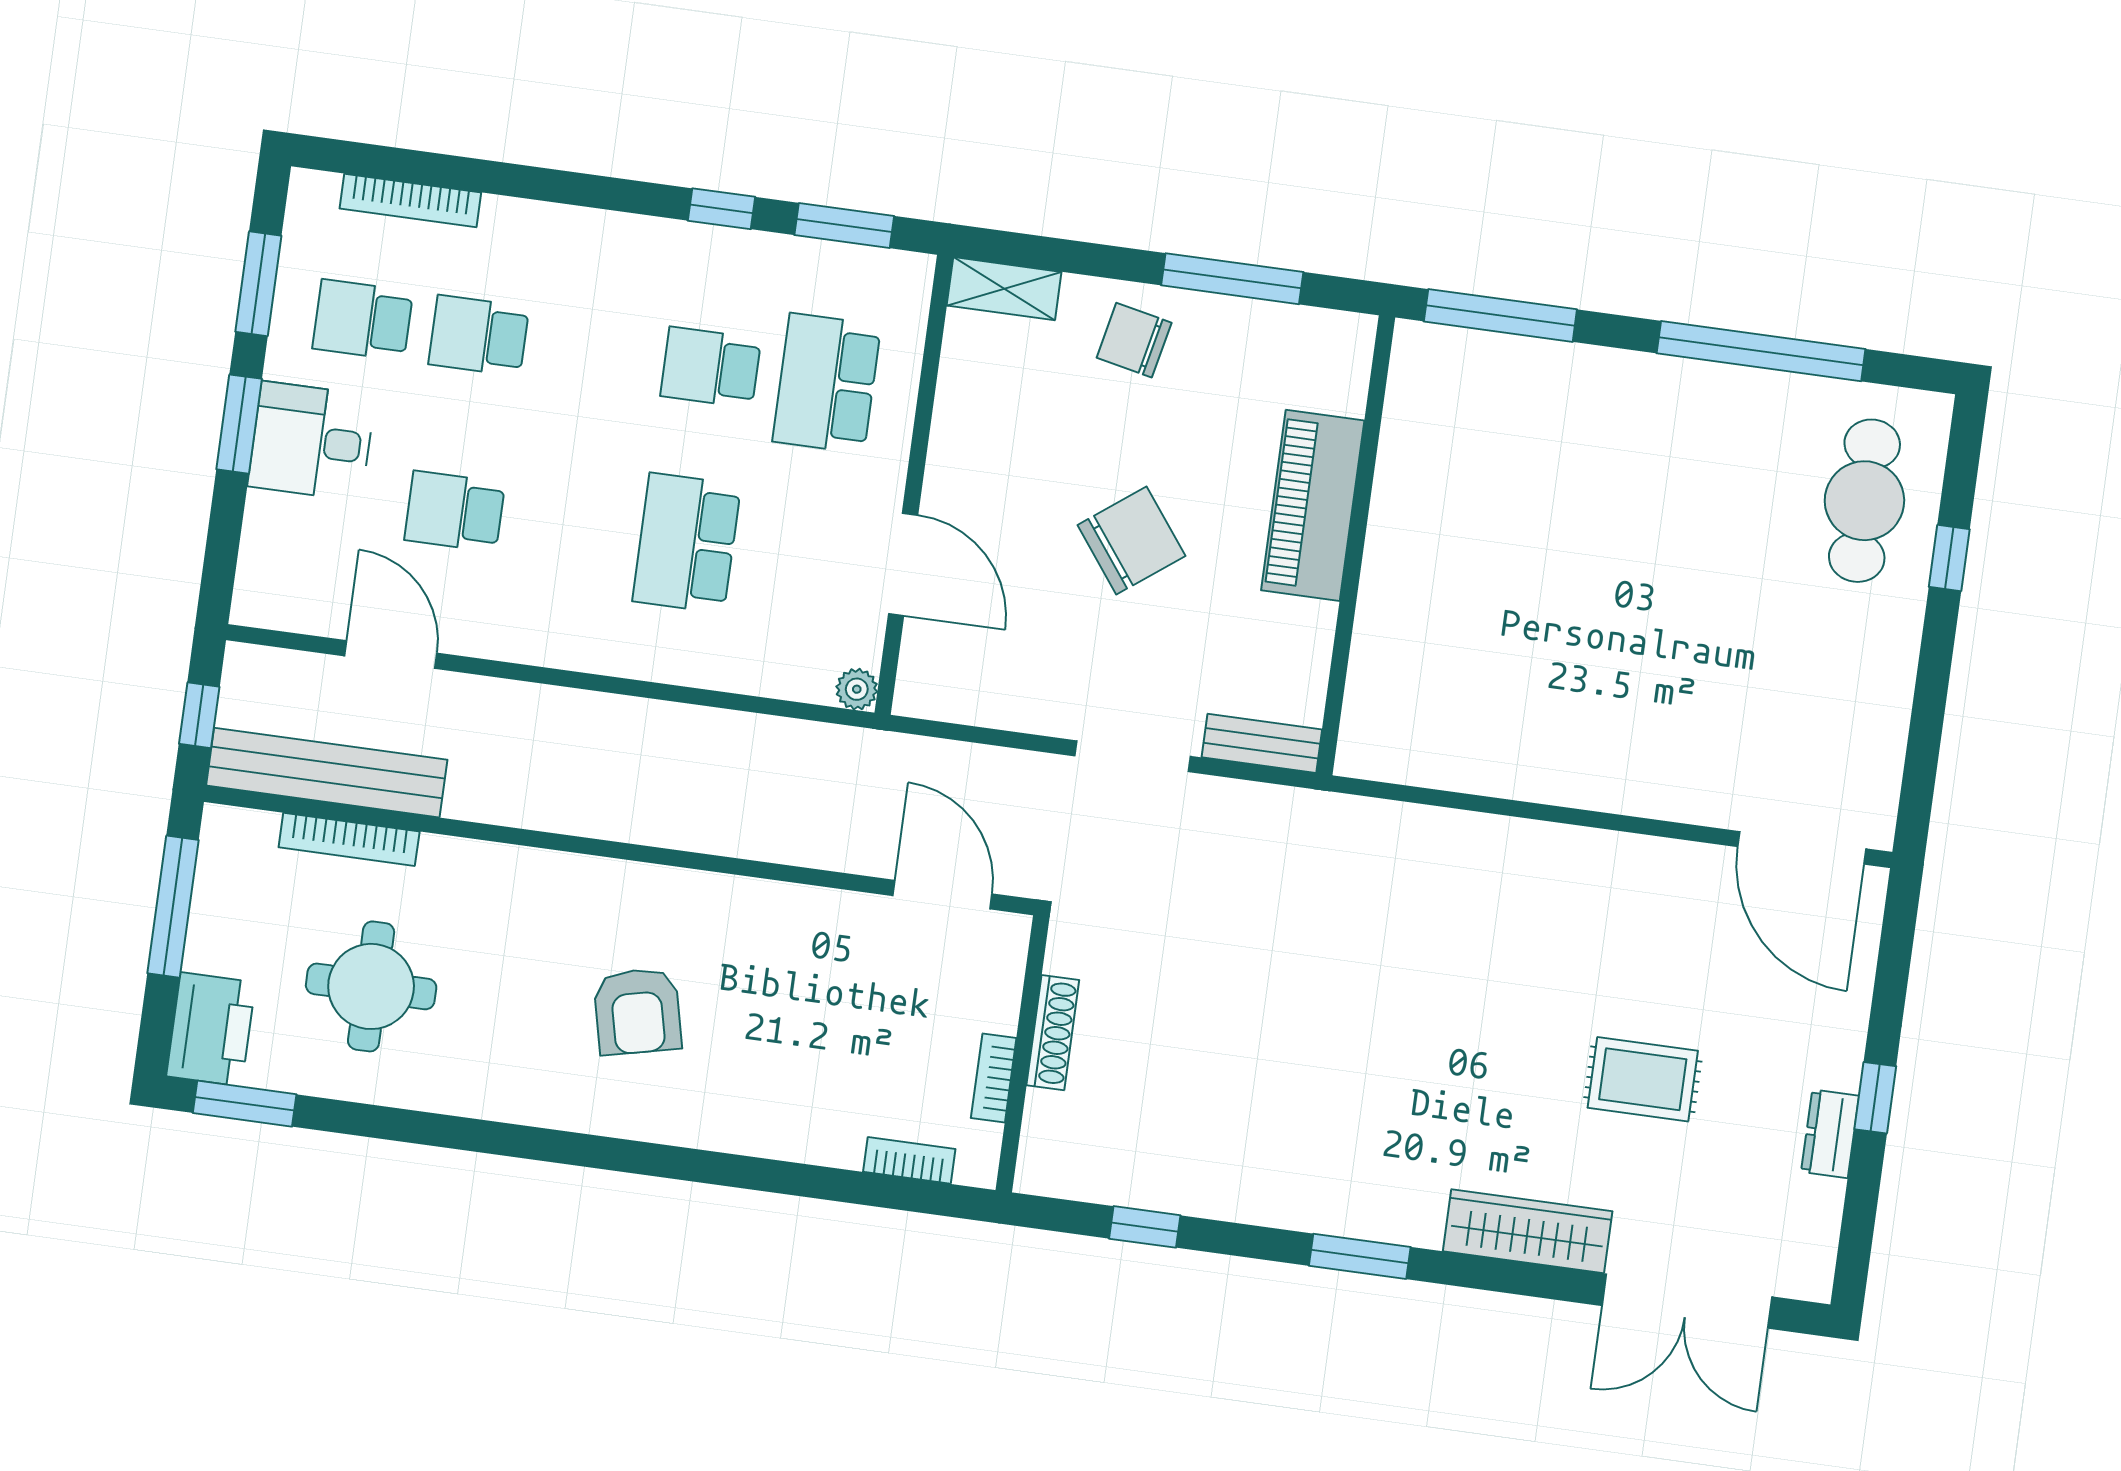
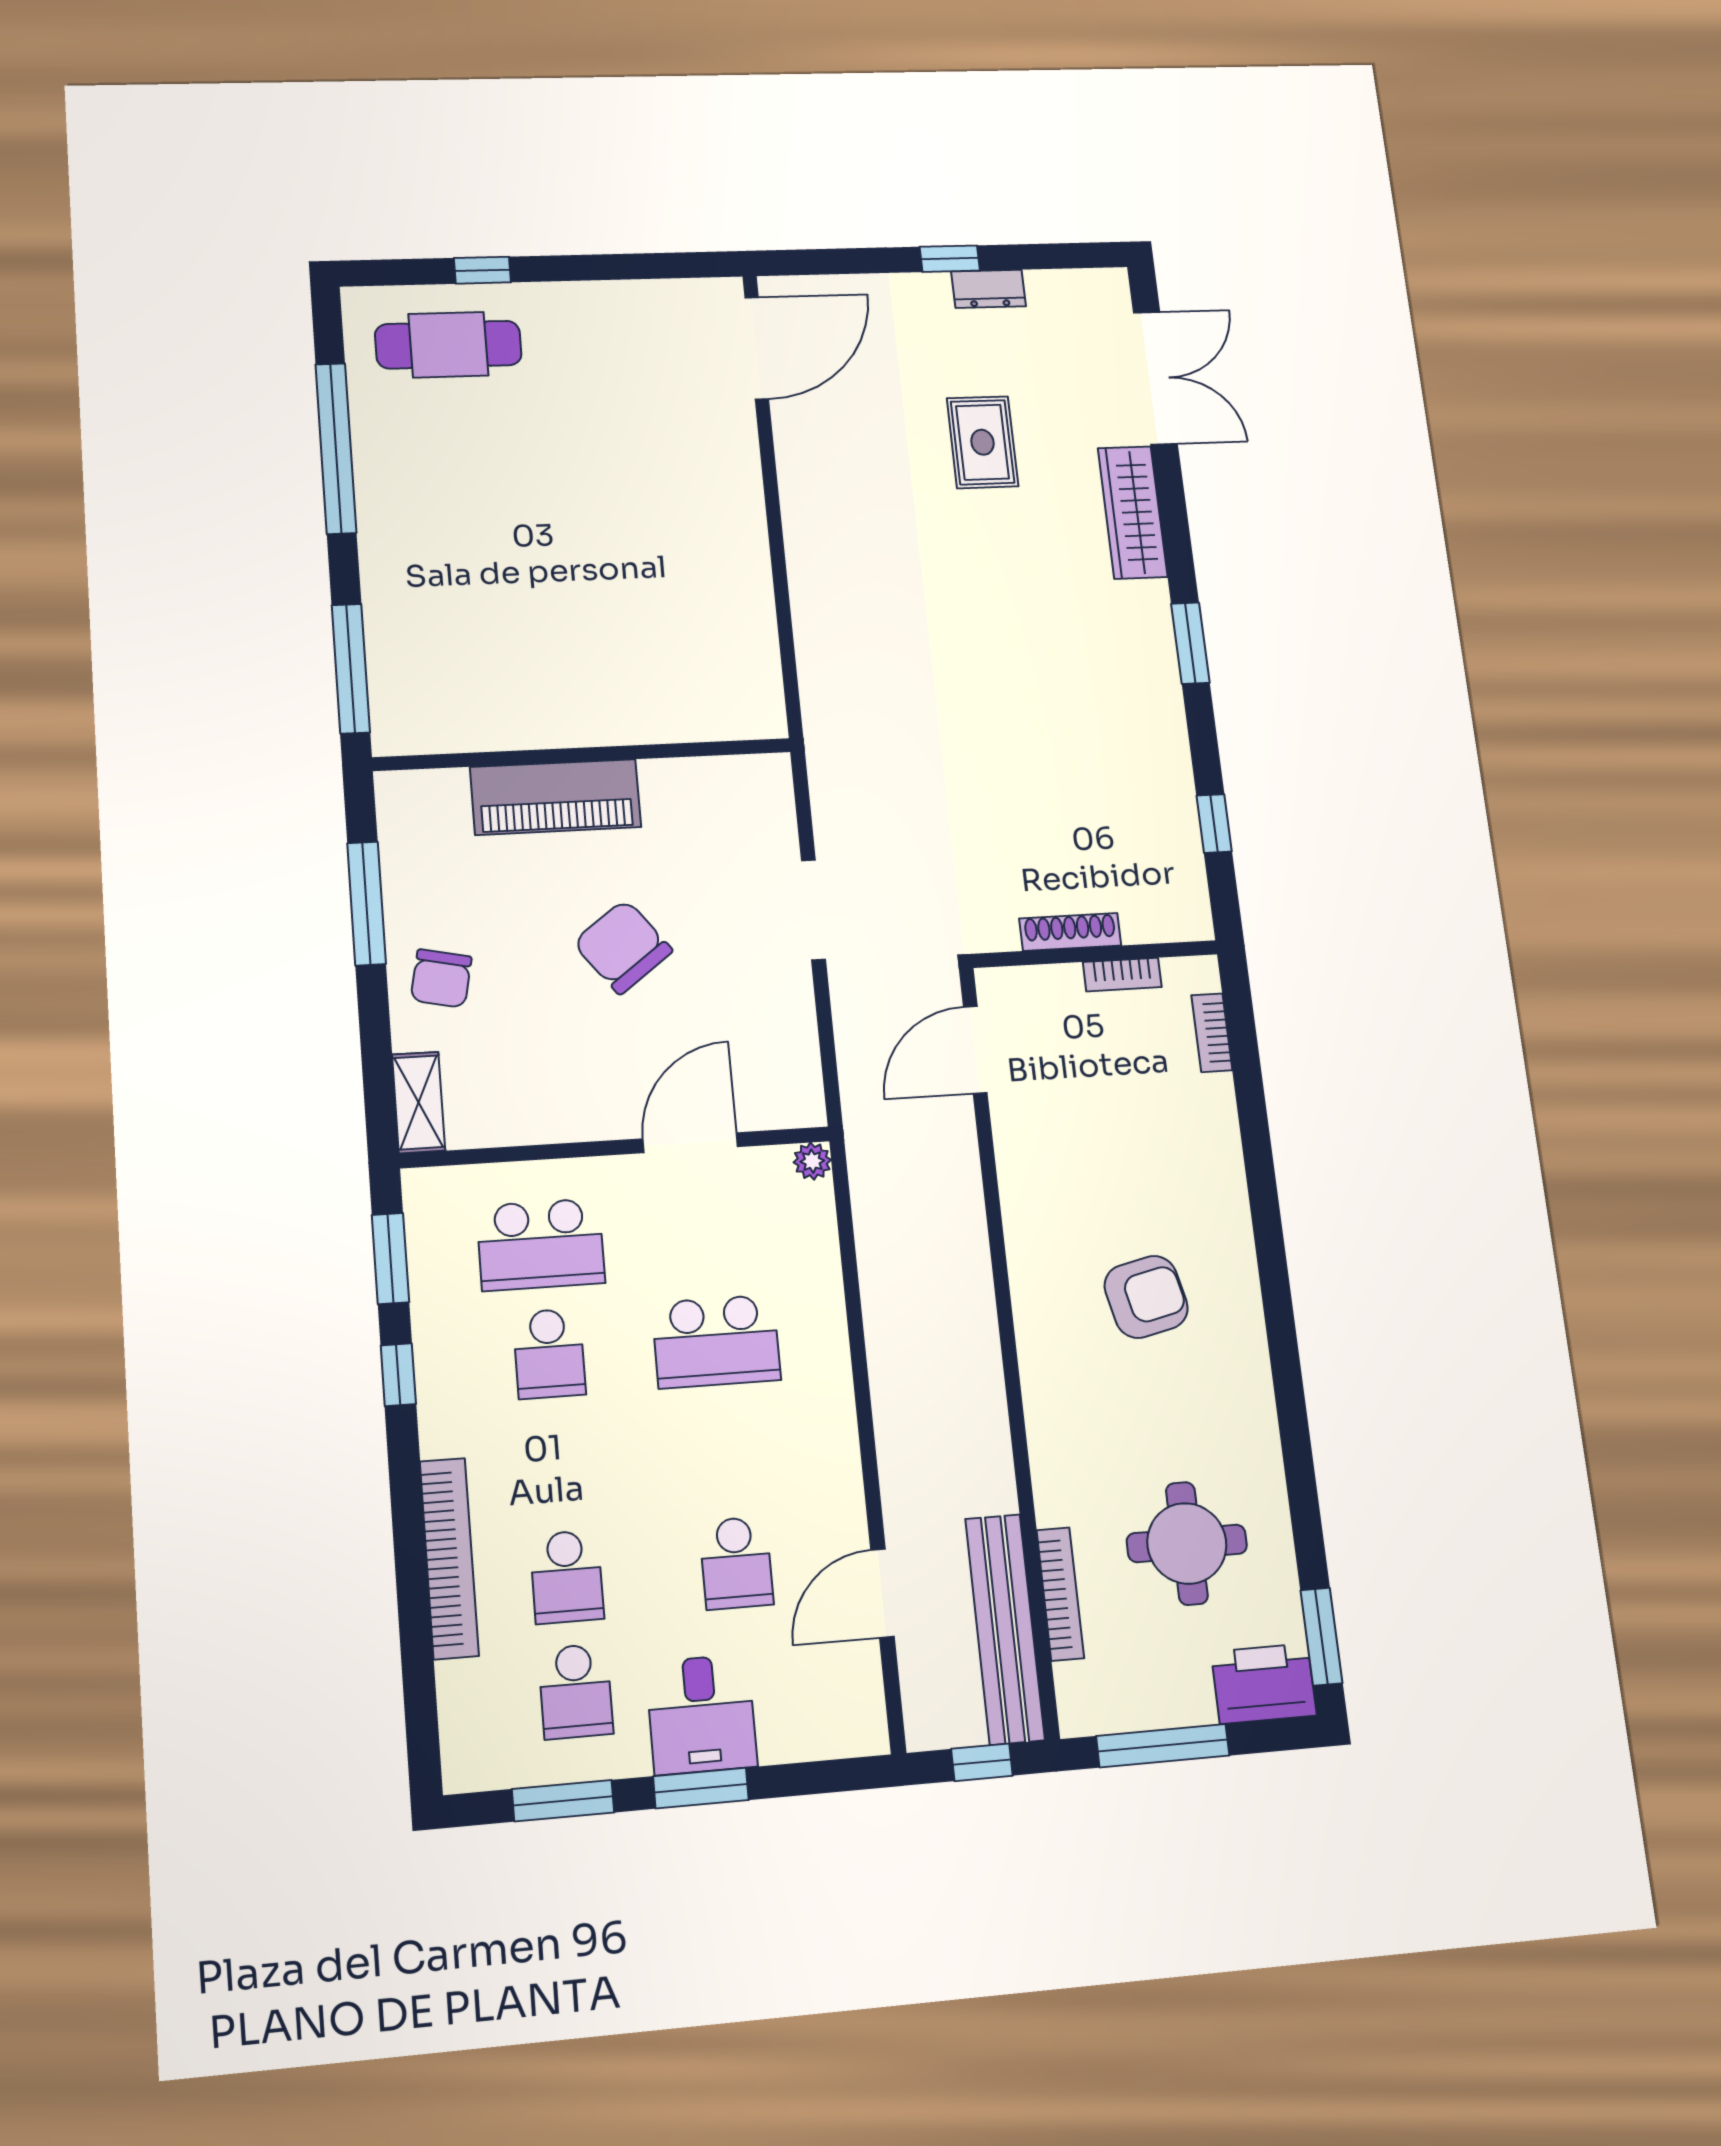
bookcase: (410, 200) -> (449, 1558), moved, width x1.48, depth x1.31
bench: (1262, 743) -> (776, 802), removed

